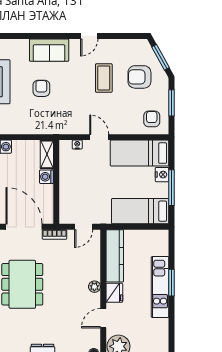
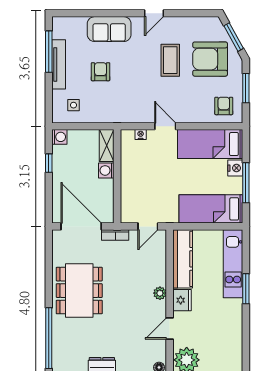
armchair: (139, 77) -> (210, 59), width x1.36, depth x1.36
side table: (17, 118) -> (73, 105), added
kitchen unit: (160, 287) -> (233, 264), moved

